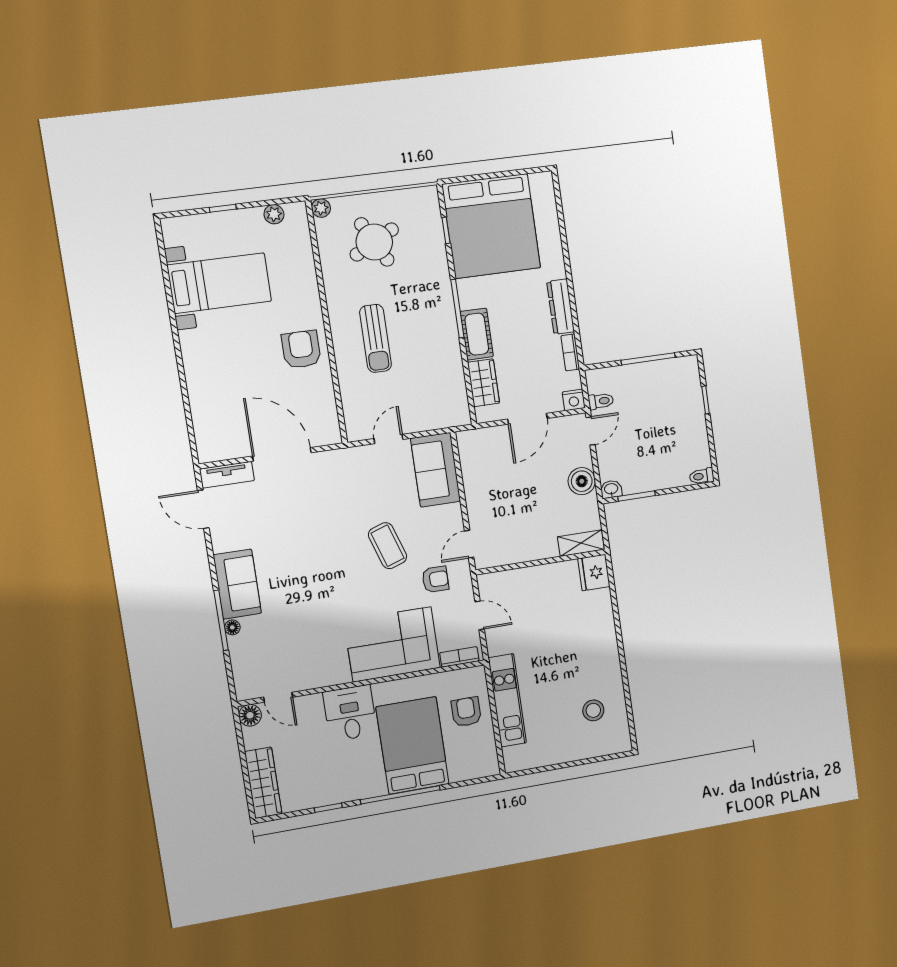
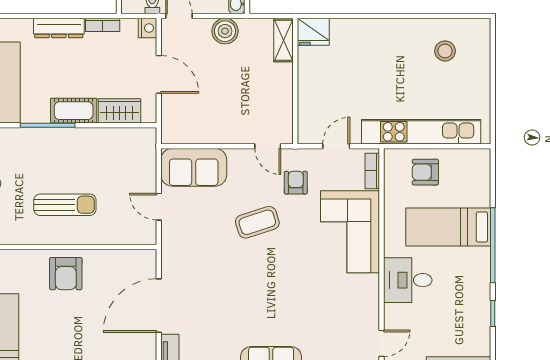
armchair: (301, 349) -> (66, 274), turned -90
kitchen unit: (507, 700) -> (421, 132), width x1.36
bed: (413, 745) -> (448, 227), width x0.67

